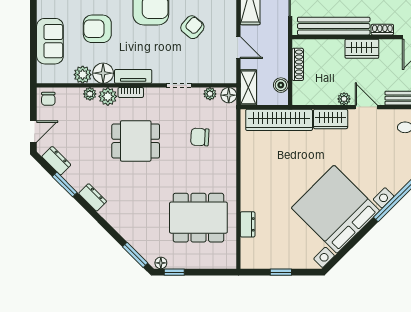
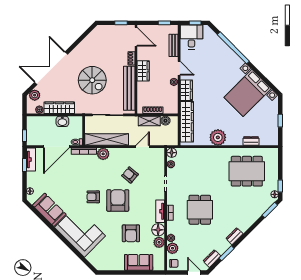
shelving: (248, 87) -> (149, 121), moved
plant: (108, 96) -> (172, 248), moved
door: (366, 107) -> (179, 68), swing flipped
chair: (200, 137) -> (197, 170), removed
plant: (254, 170) -> (218, 137), added
bed with nightstands: (335, 209) -> (248, 93), width x0.73
dining table: (198, 218) -> (247, 171), turned 90

